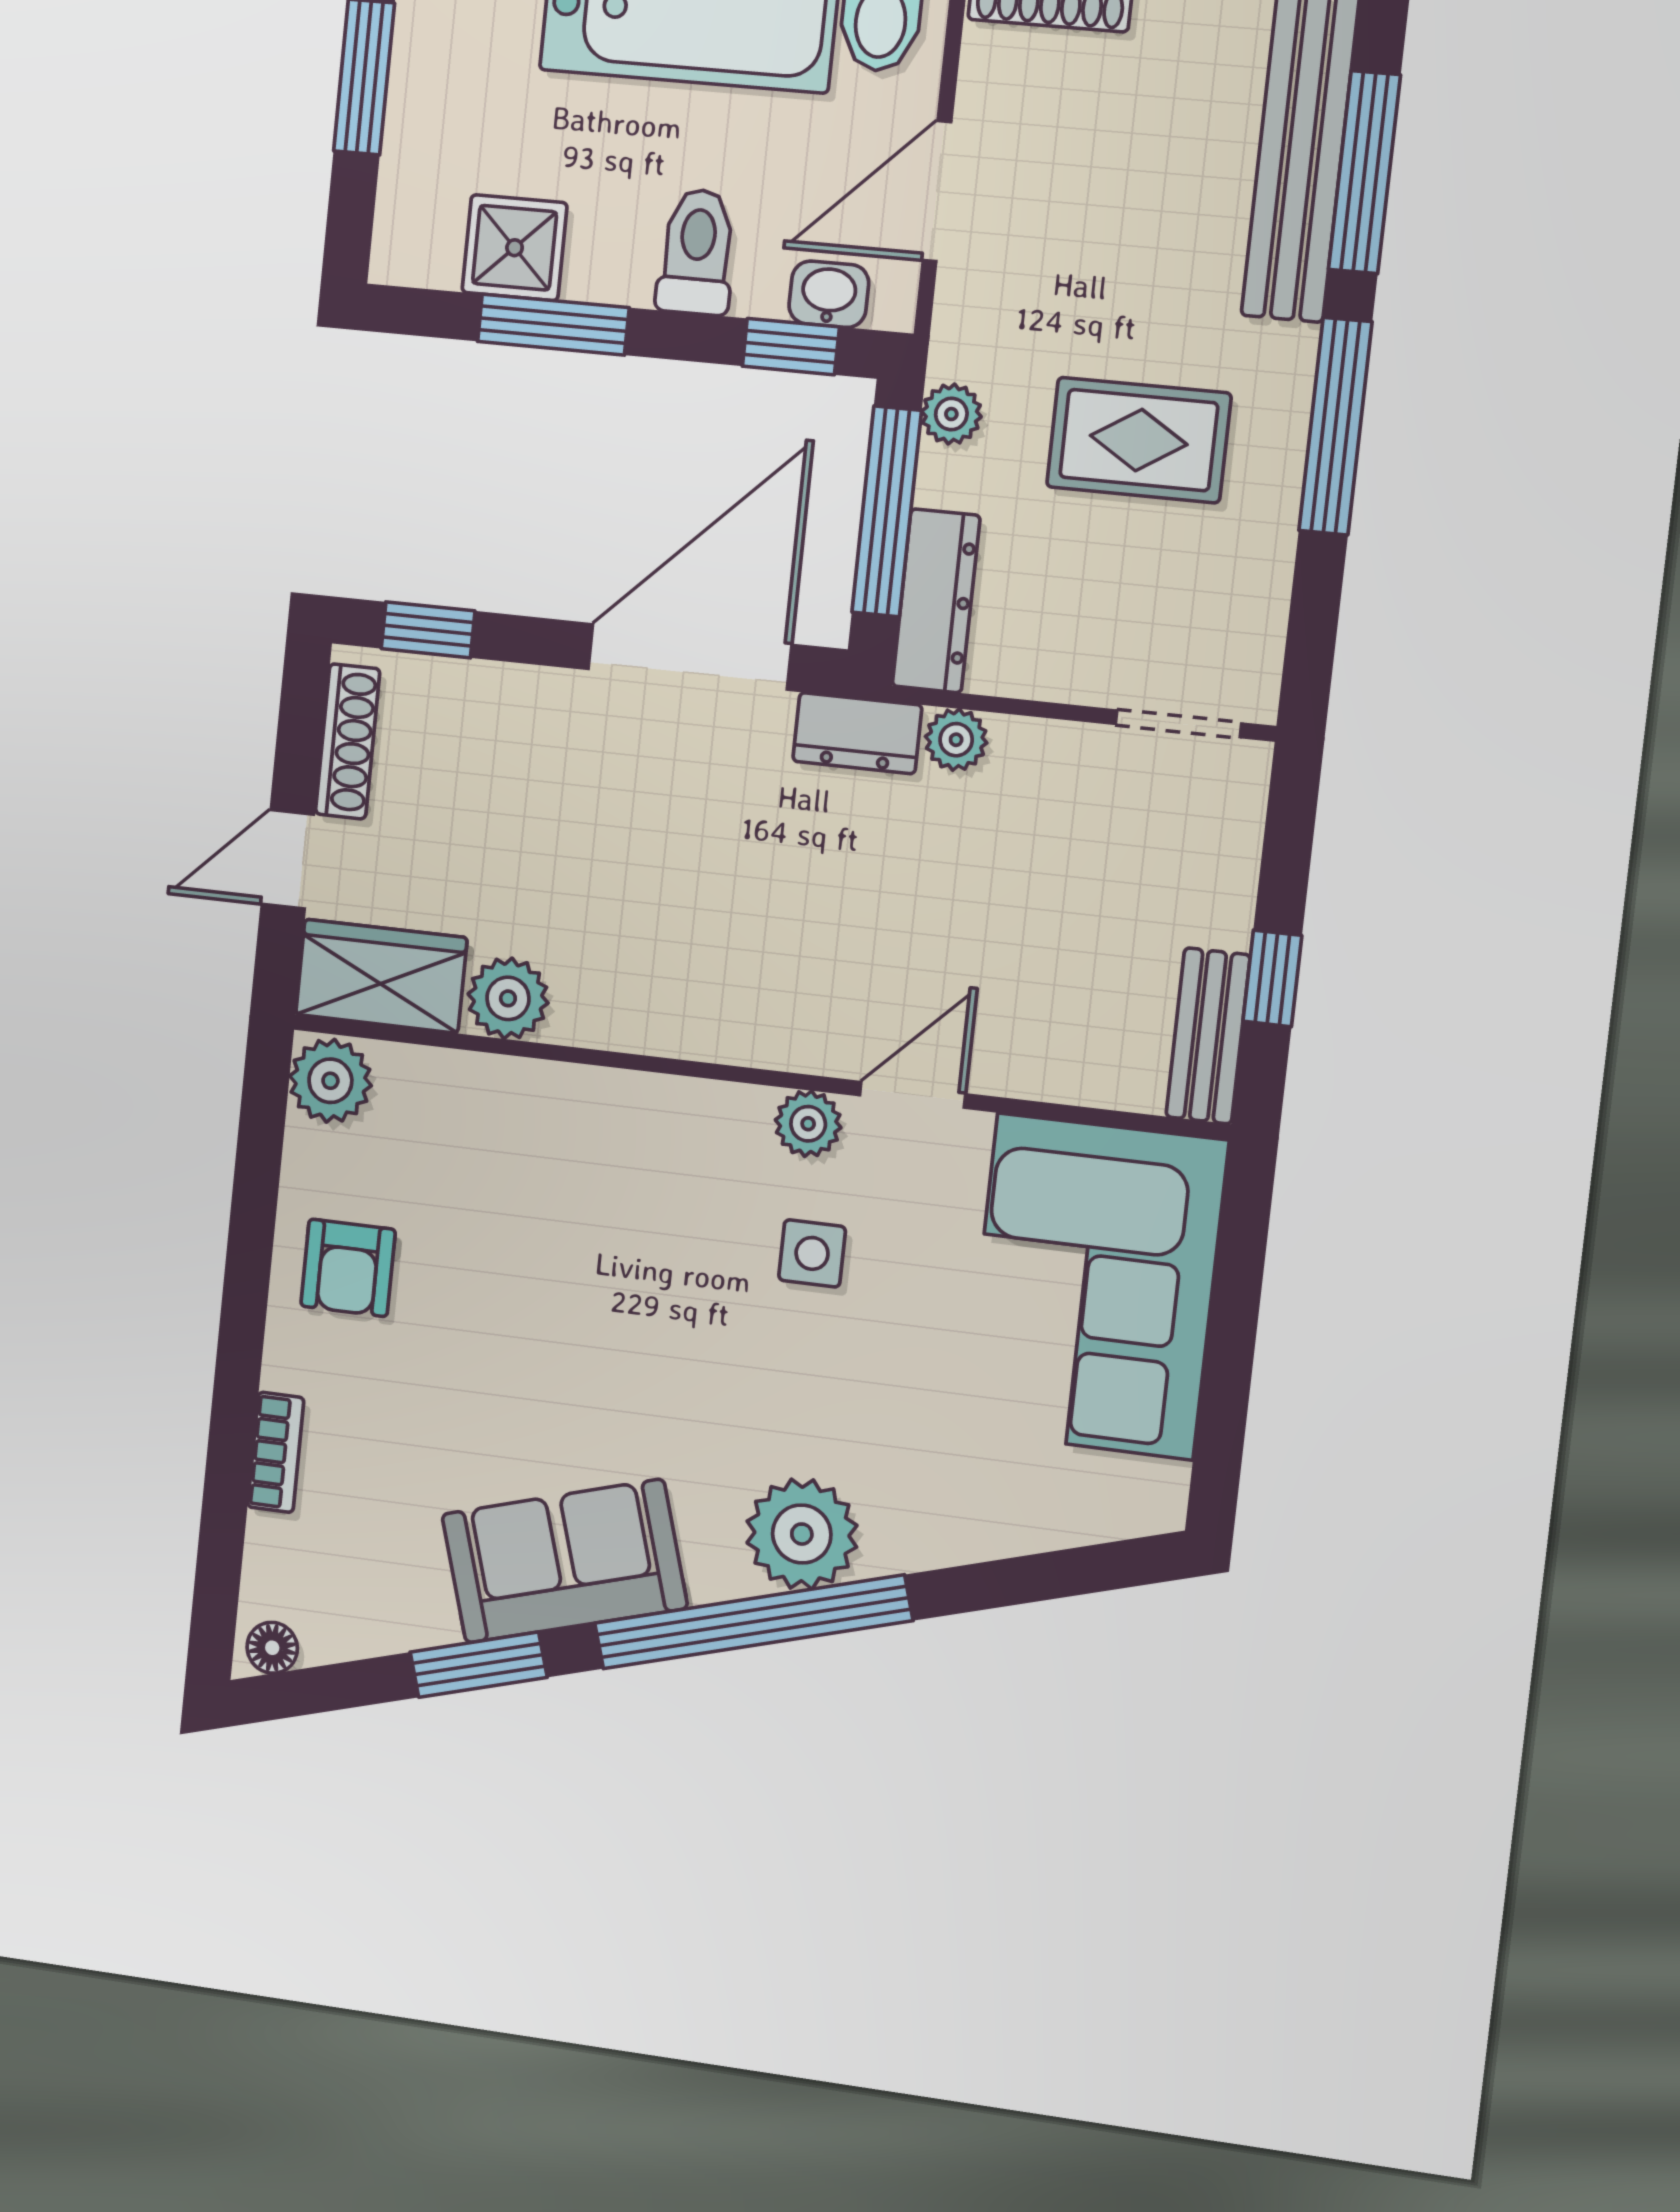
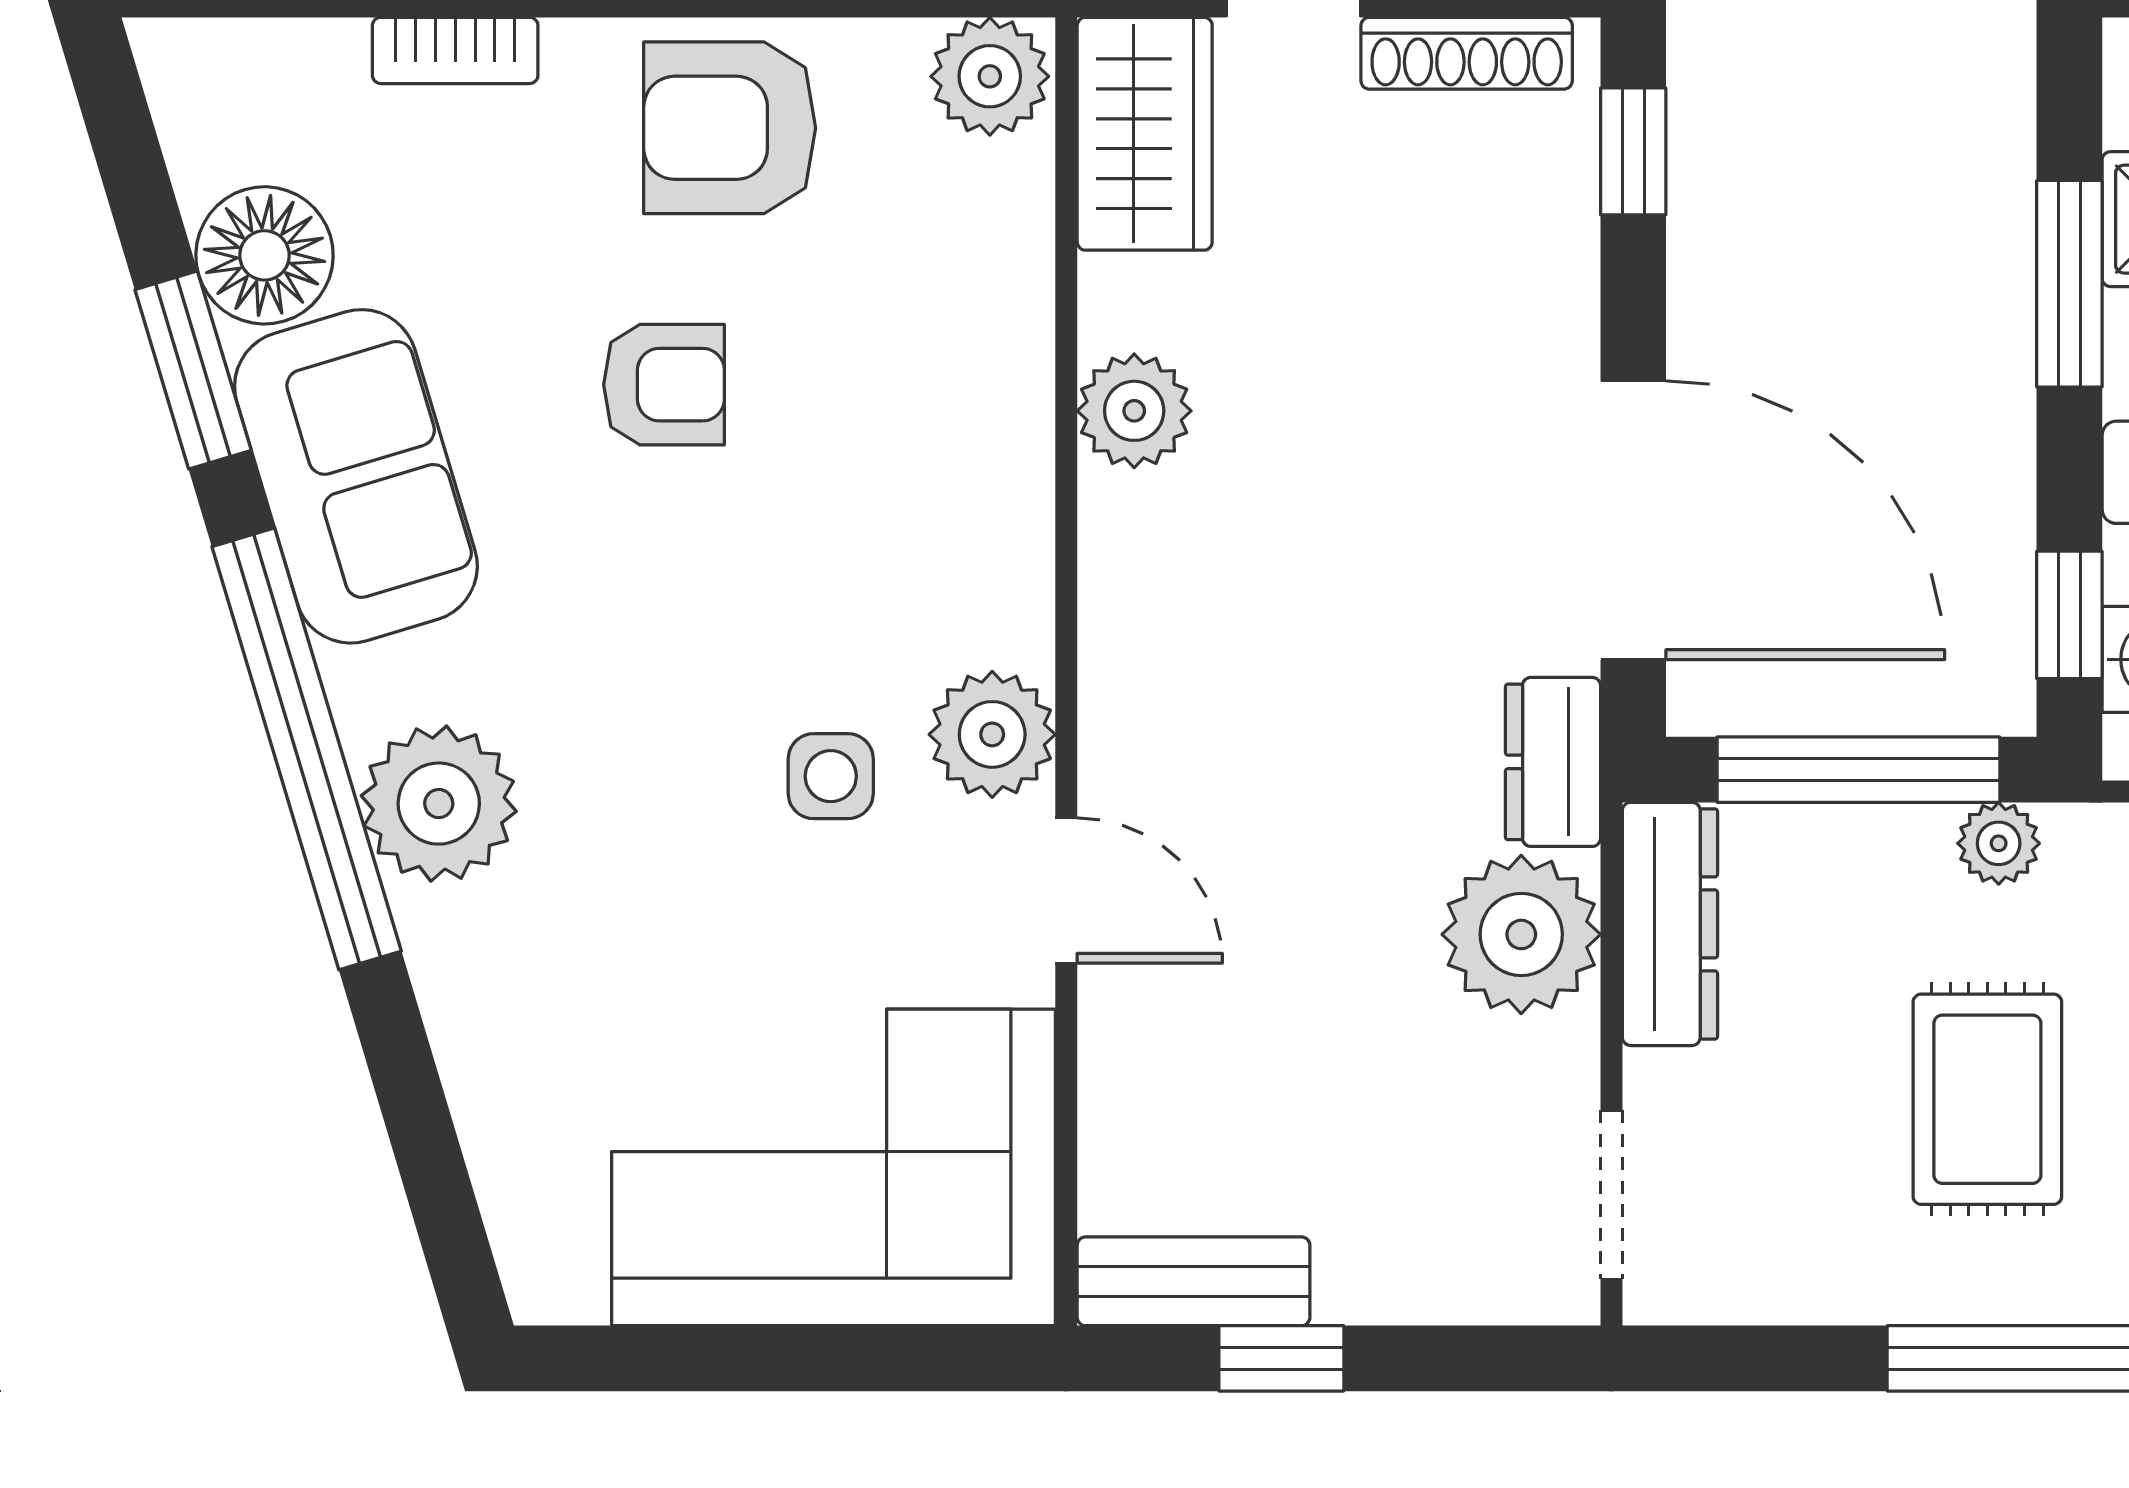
dresser: (936, 601) -> (1670, 924), moved, turned -90
plant: (956, 740) -> (1521, 934), width x1.88, depth x1.88
plant: (508, 998) -> (1134, 411), moved
plant: (808, 1124) -> (992, 734), width x1.38, depth x1.38
armchair: (348, 1268) -> (730, 128), width x1.38, depth x1.38
armchair: (522, 1337) -> (664, 385), added
floor lamp: (272, 1648) -> (265, 255), moved, width x1.89, depth x1.89

